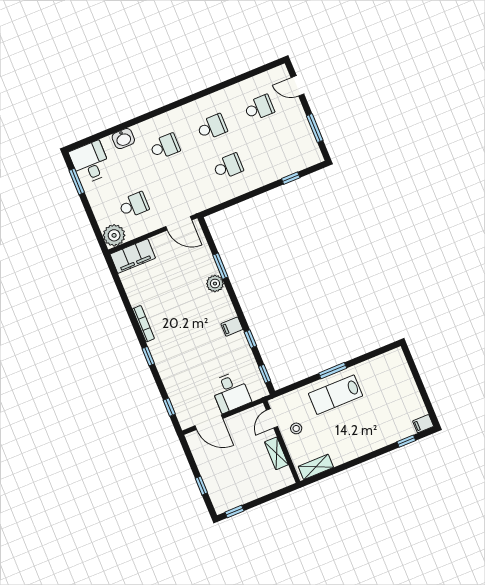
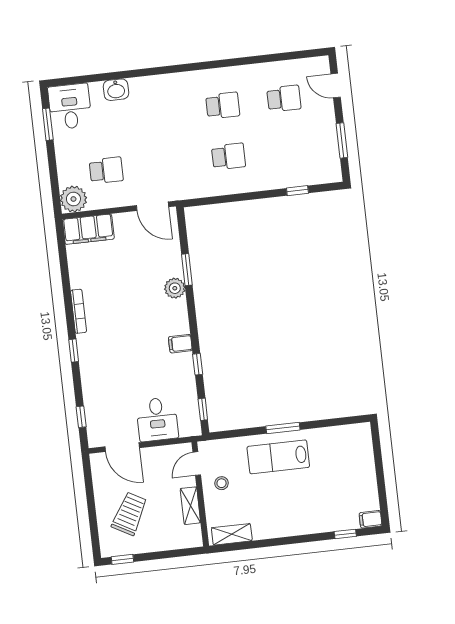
school desk: (165, 146) -> (162, 112), removed
trolley: (230, 474) -> (129, 514), added
window: (201, 486) -> (93, 518), removed

